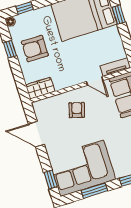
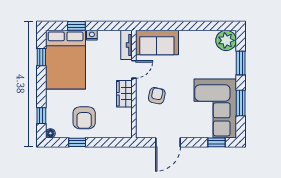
nightstand: (114, 32) -> (92, 35), added
wardrobe: (40, 88) -> (124, 94), moved
armchair: (77, 110) -> (157, 96), turned 86

